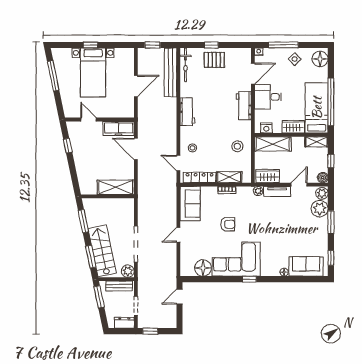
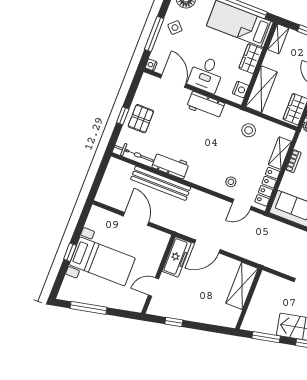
window: (153, 45) -> (97, 182), removed
bench: (171, 72) -> (161, 183), moved
workbench: (187, 112) -> (171, 165), moved

